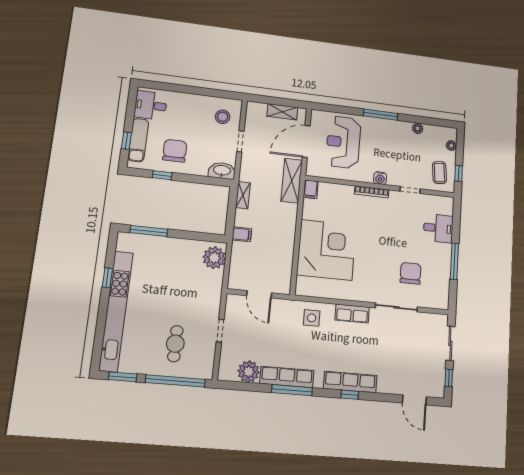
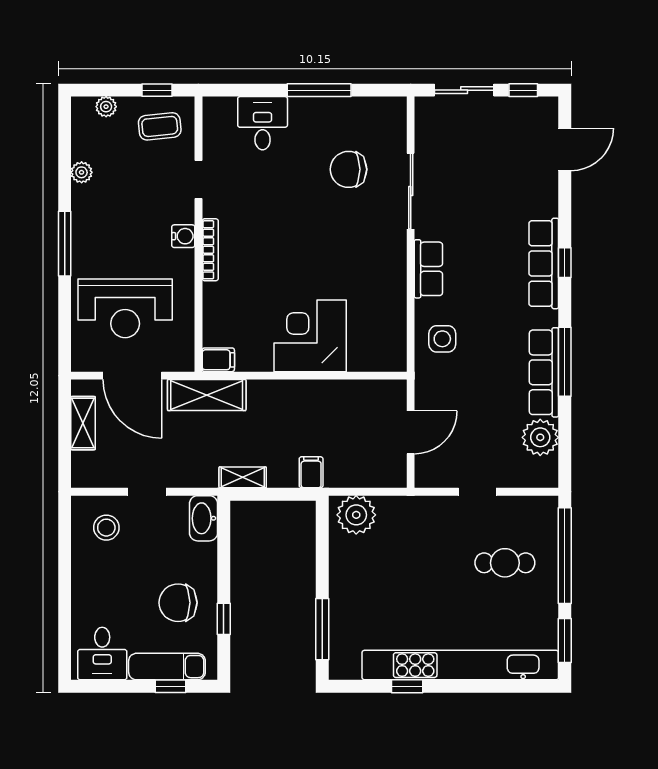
corner desk: (326, 250) -> (310, 336), width x0.74, depth x0.74

